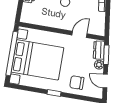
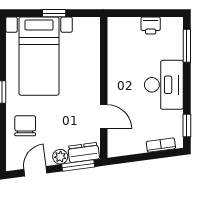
window: (12, 54) -> (54, 13), width x0.32
bed with nightstands: (37, 60) -> (39, 56), width x0.73

